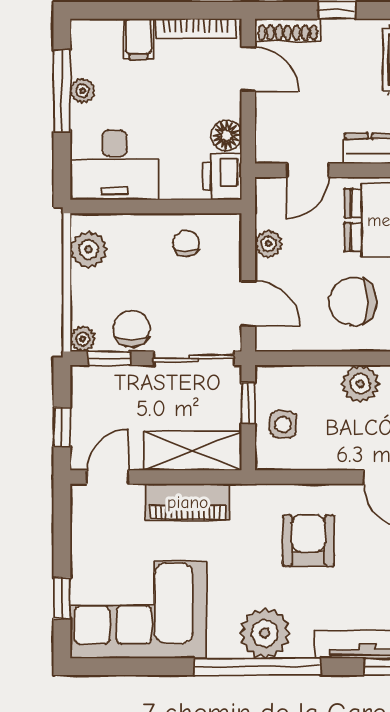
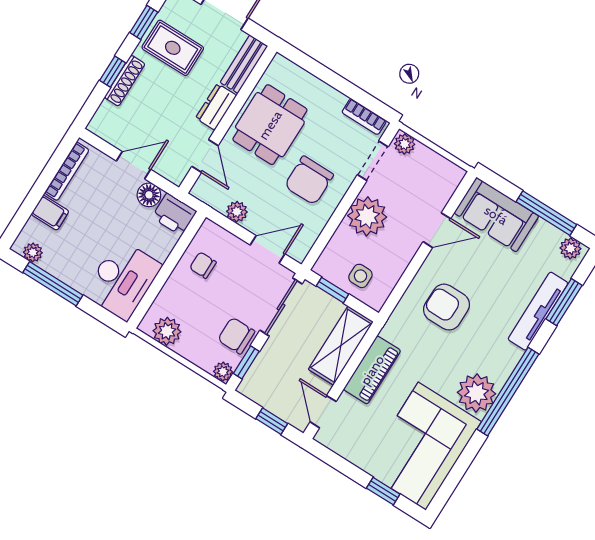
shoe rack: (288, 30) -> (125, 81), moved
door: (248, 69) -> (133, 165), moved
plant: (83, 91) -> (33, 252), moved
plant: (360, 384) -> (367, 216), width x1.36, depth x1.36
plant: (265, 633) -> (477, 393), moved

